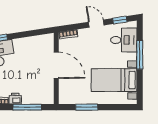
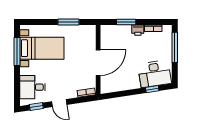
window: (140, 55) -> (17, 52), moved
door: (56, 65) -> (98, 63), swing flipped
window: (27, 107) -> (126, 22), width x0.69

